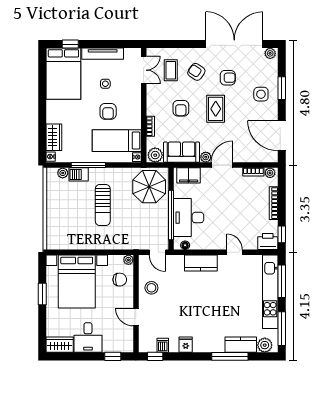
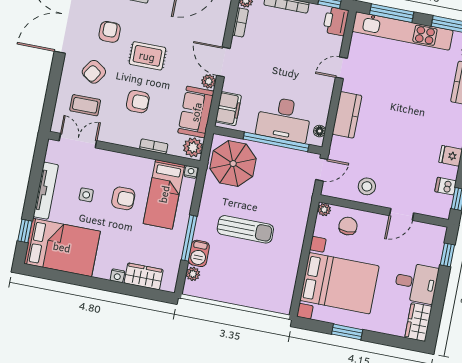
nightstand: (51, 157) -> (117, 276), moved

